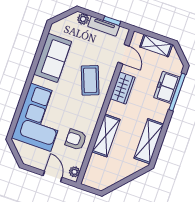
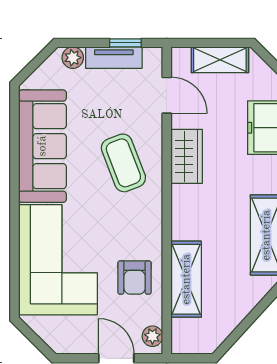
sofa: (53, 58) -> (42, 146), width x1.36
shelving: (106, 136) -> (186, 279), moved
armchair: (76, 139) -> (135, 278), turned -90

